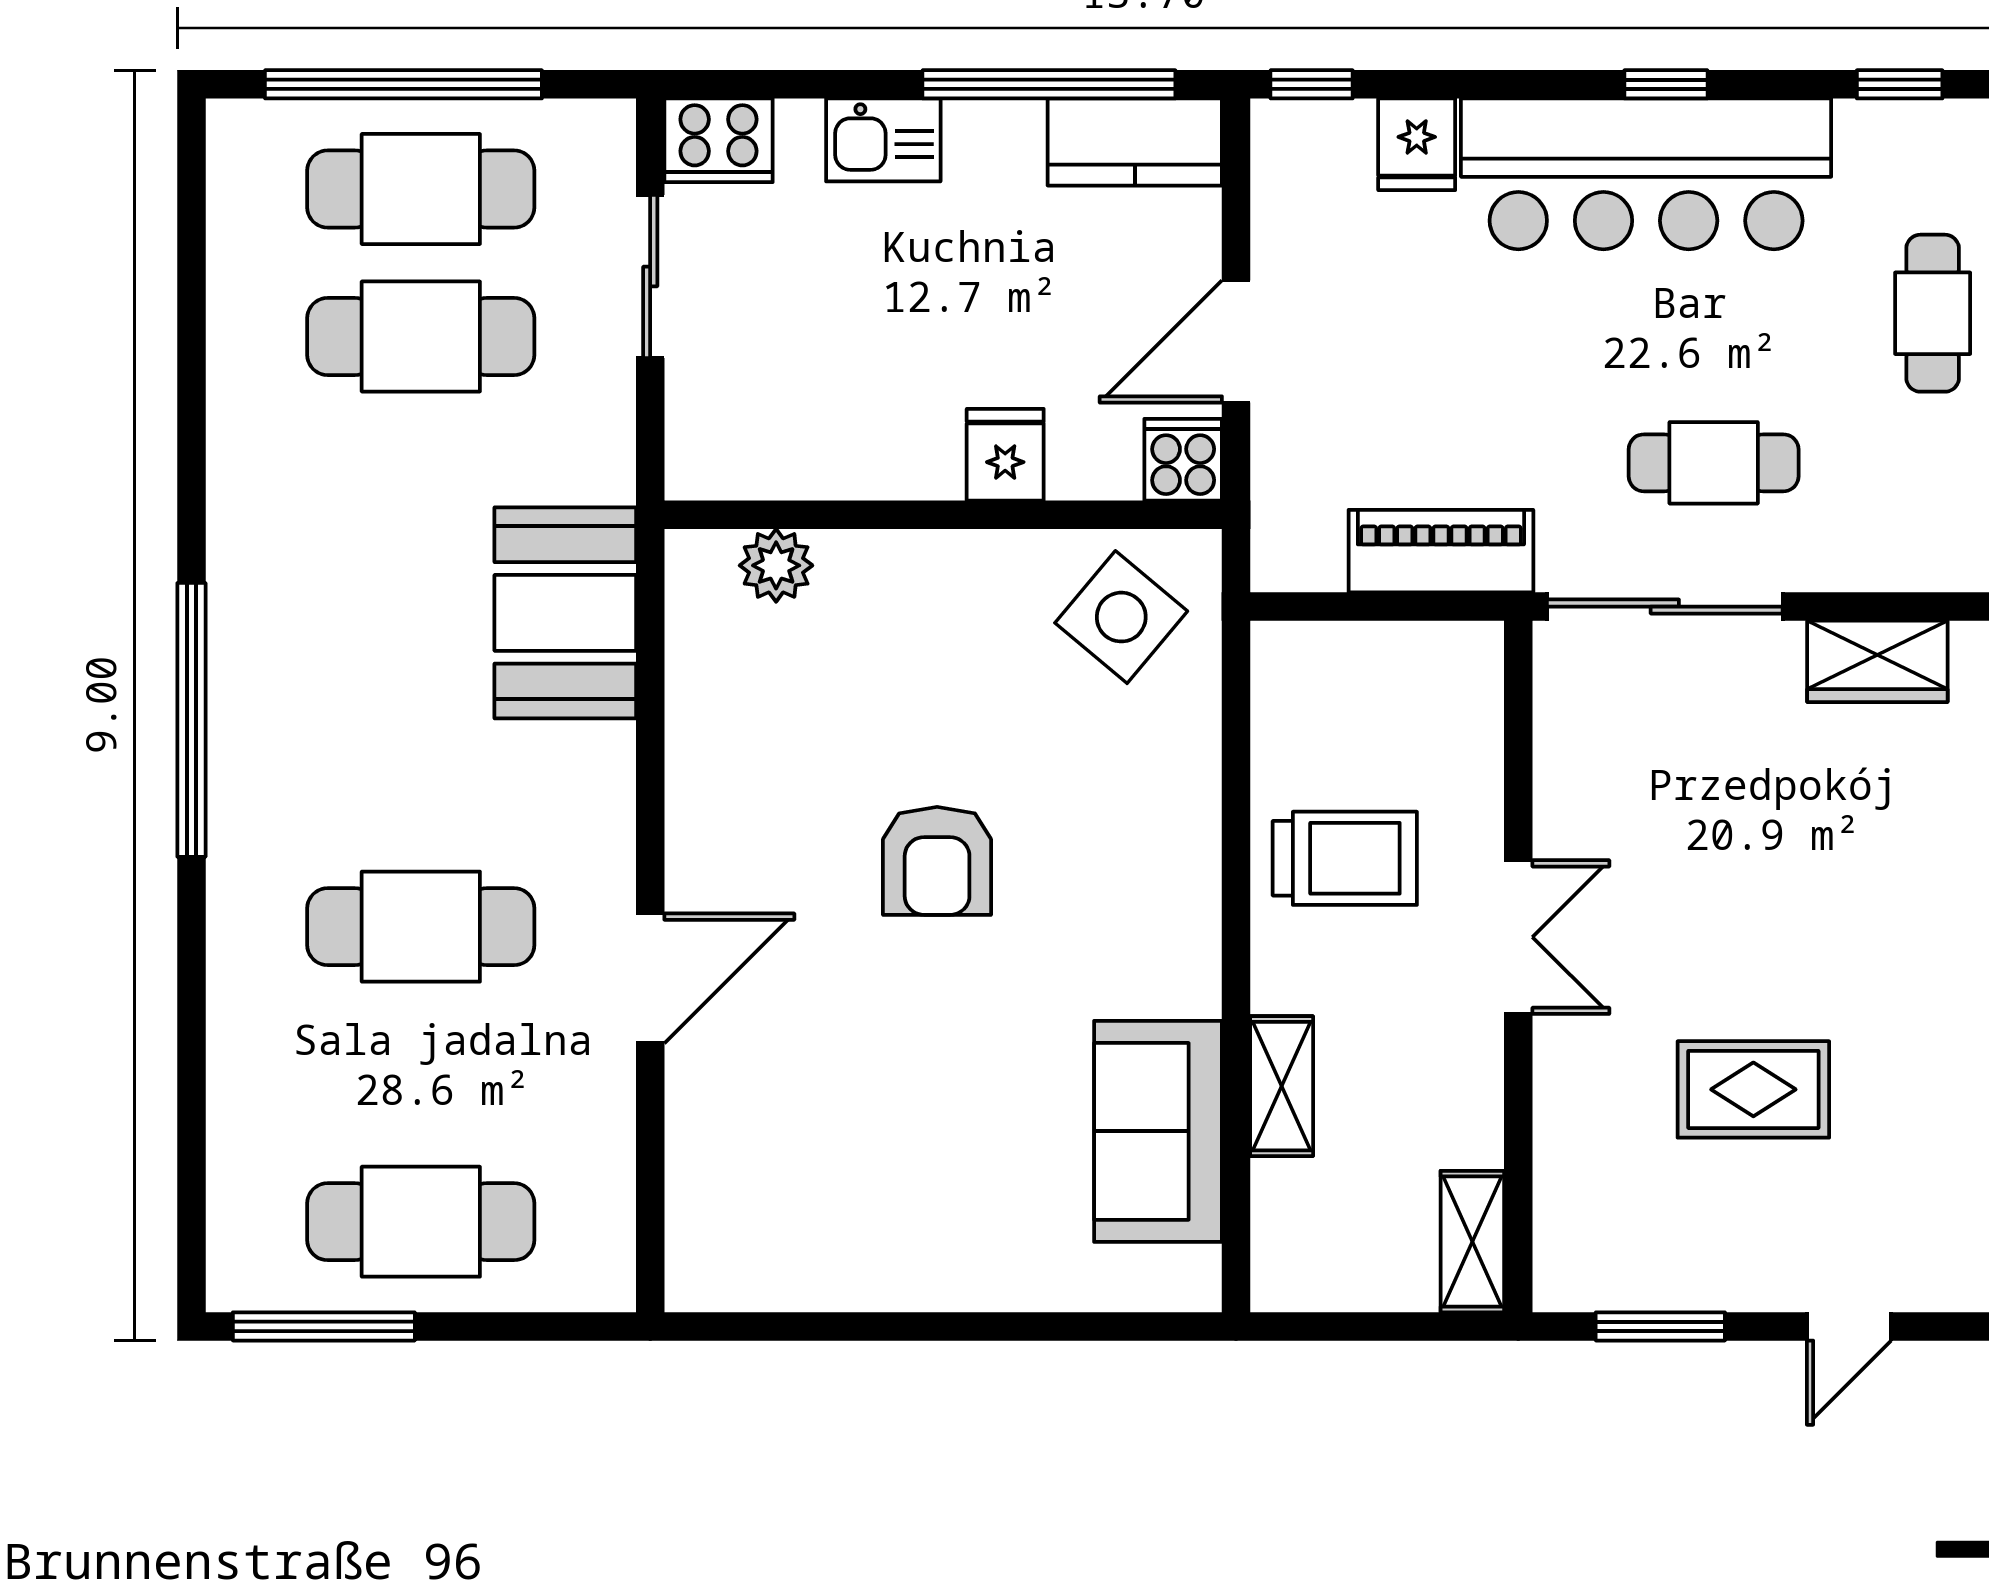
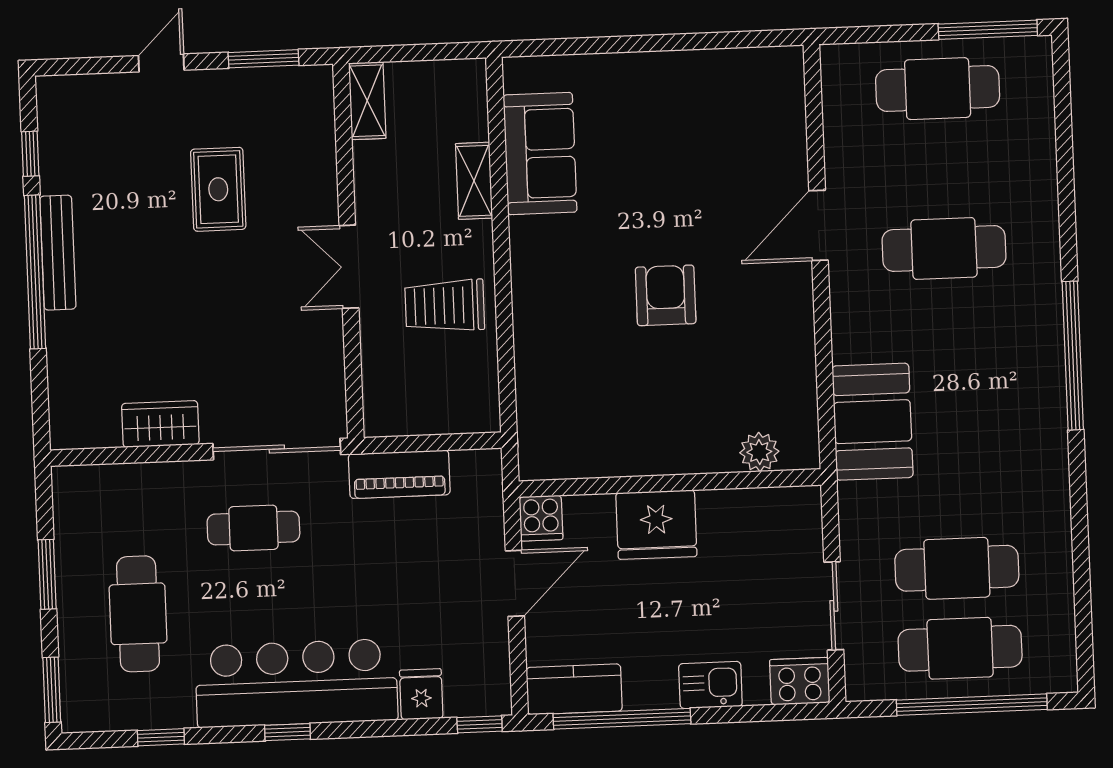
cafe table: (1933, 313) -> (138, 614), width x1.37, depth x1.35
fridge: (1005, 455) -> (656, 525), width x1.88, depth x1.34
side table: (1121, 617) -> (571, 432), removed
rug: (1753, 1089) -> (218, 189), turned 90

